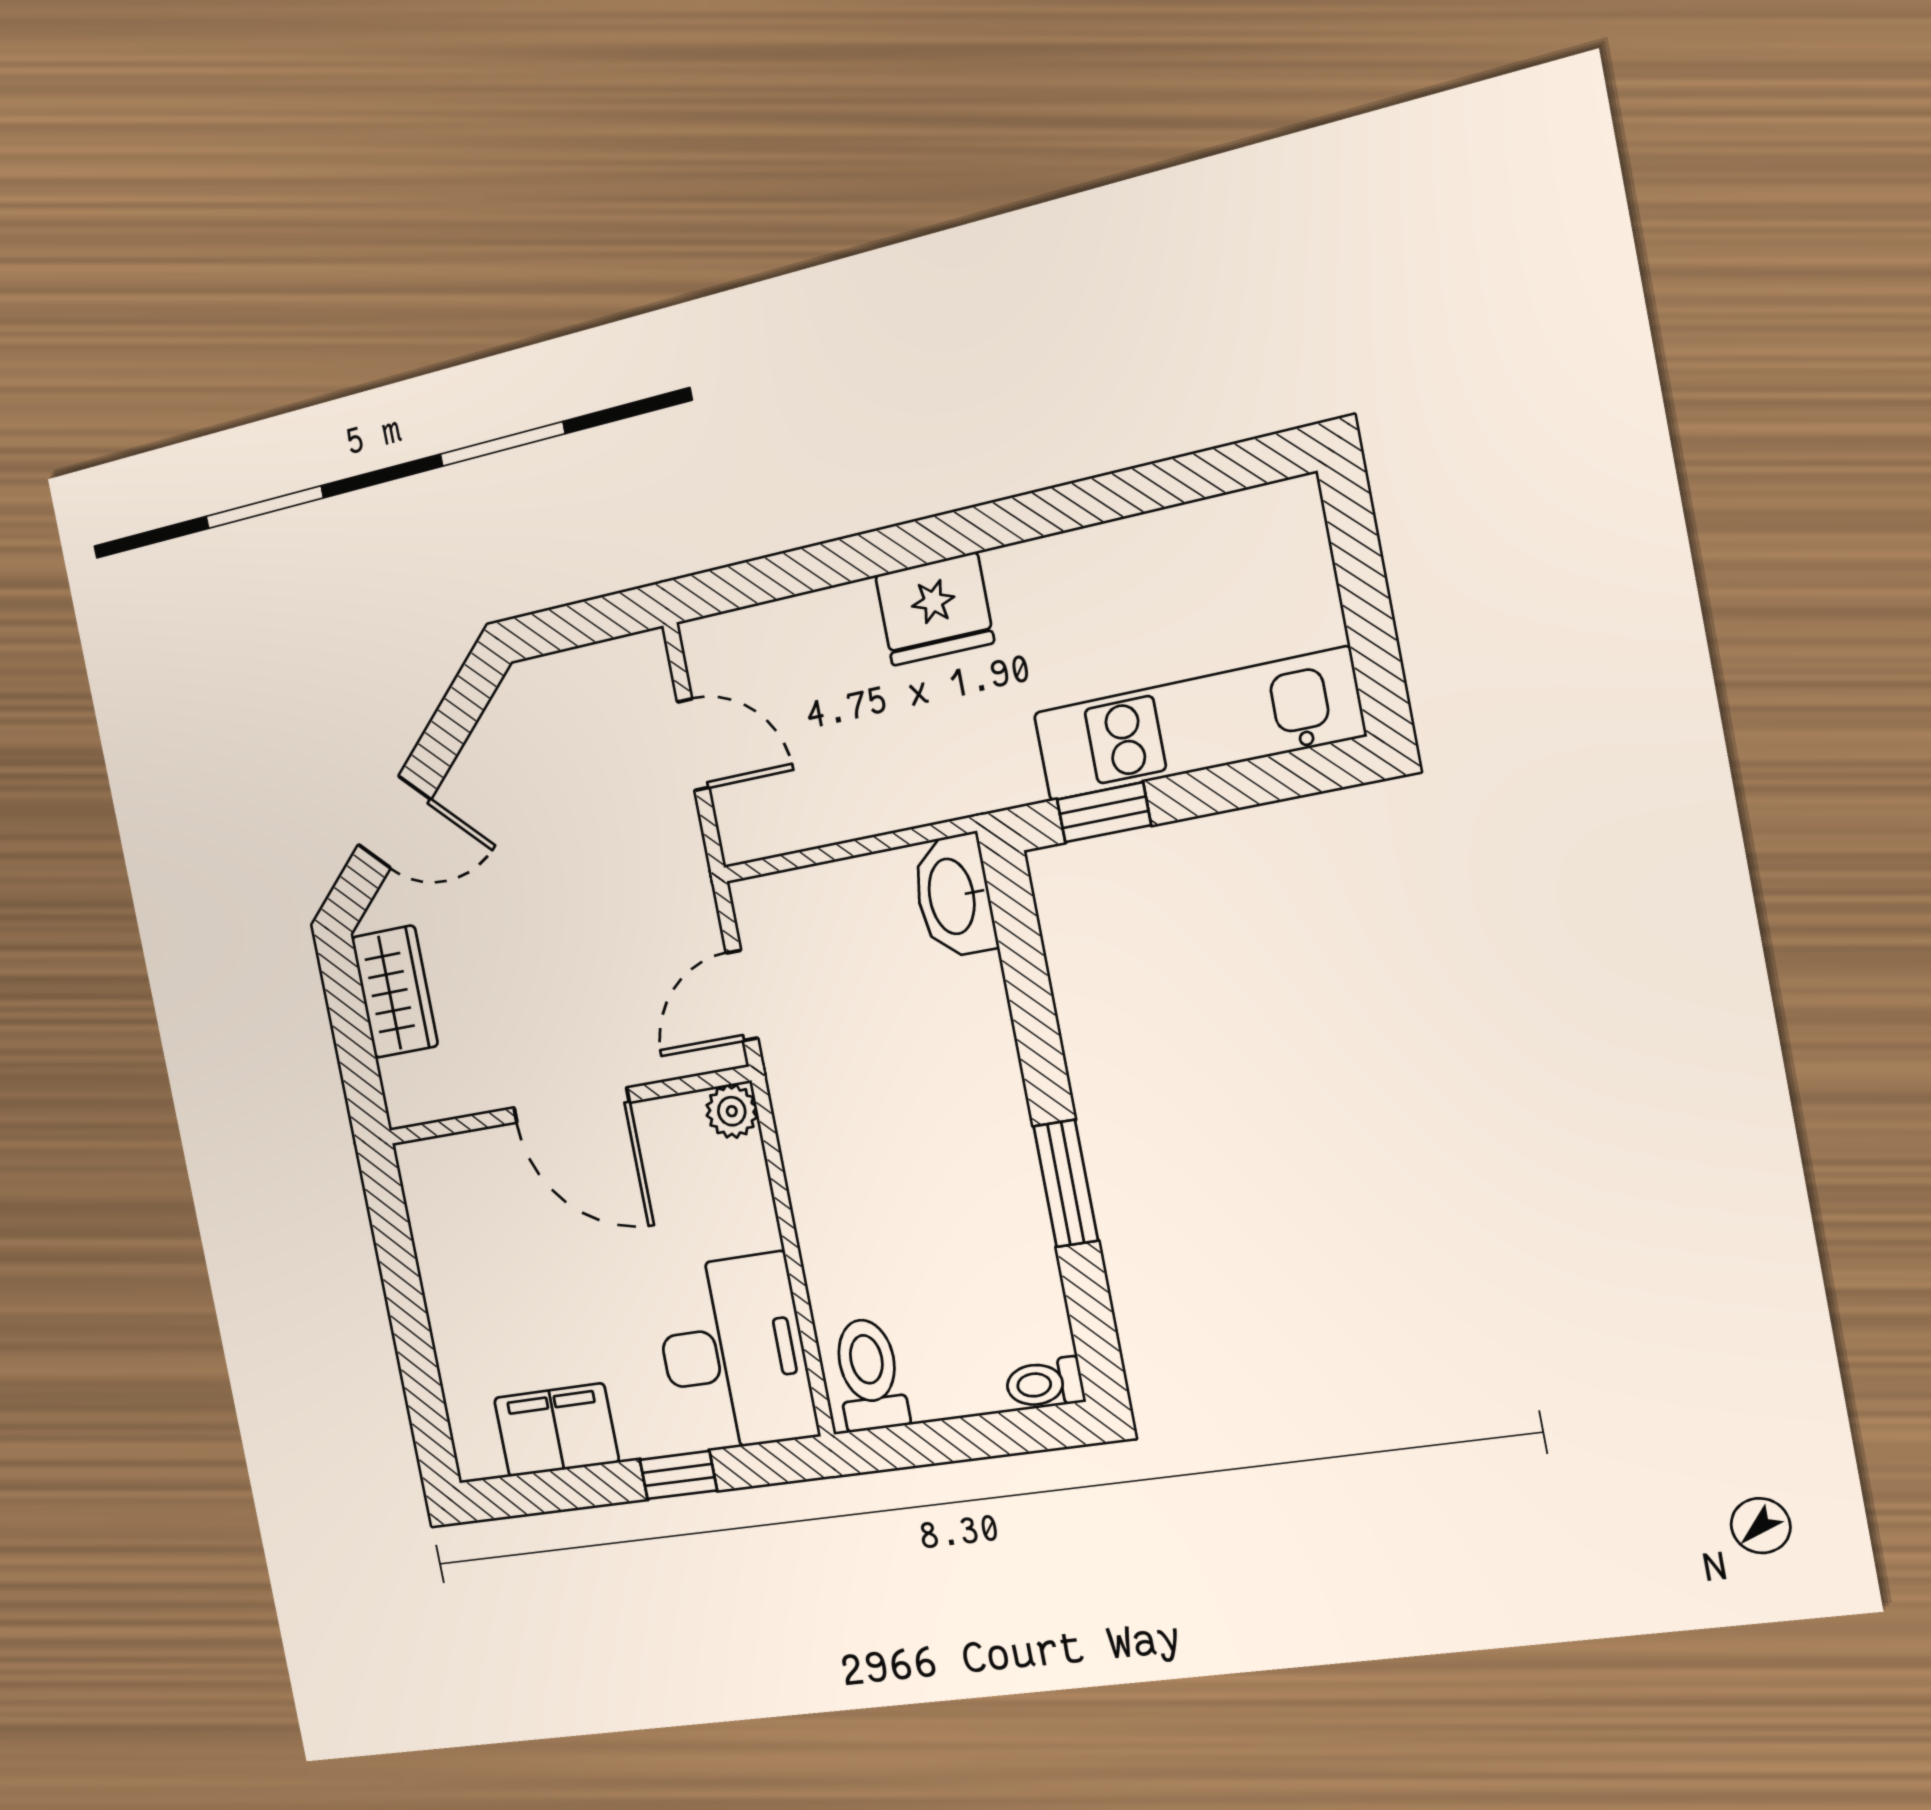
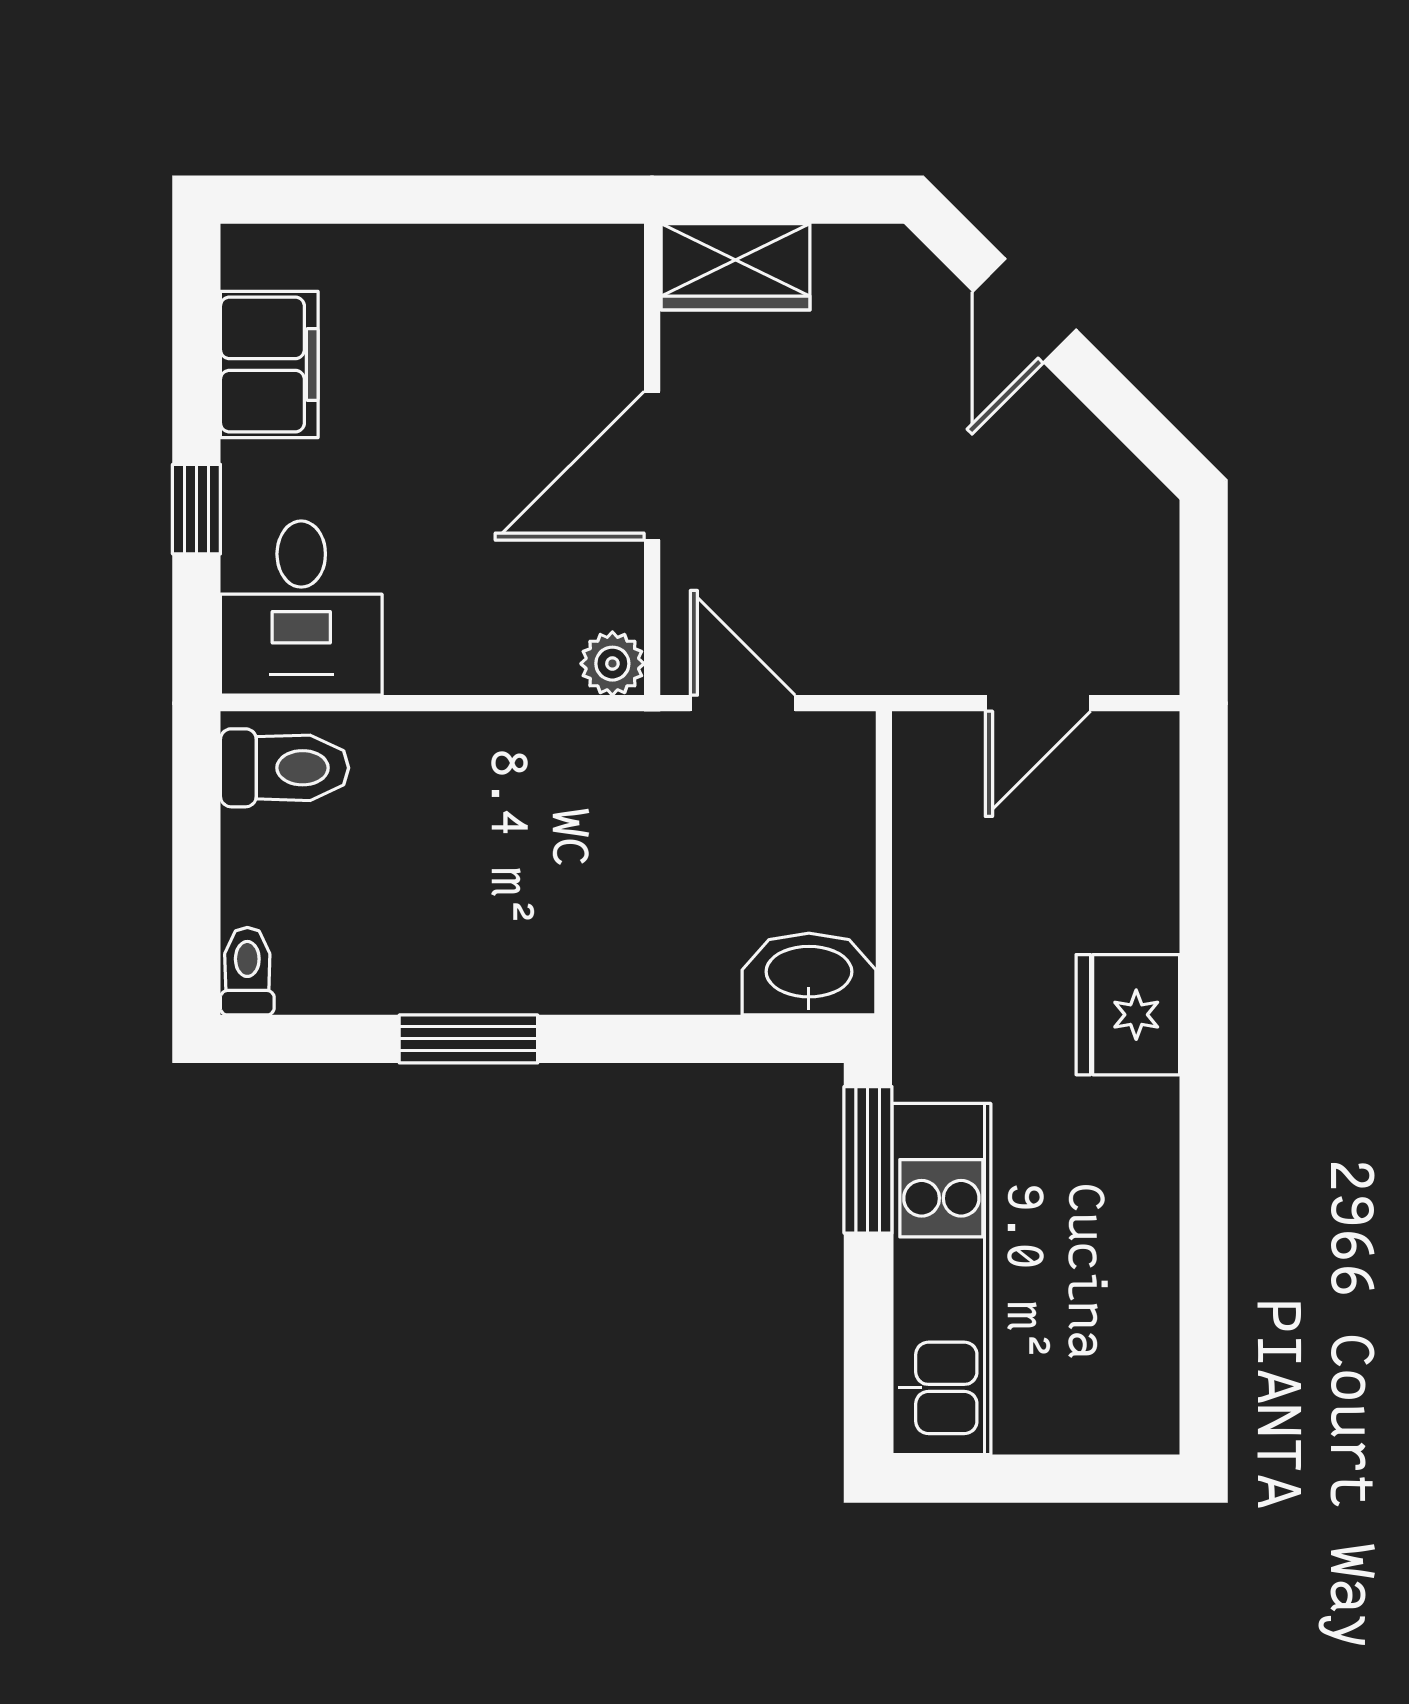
window: (1104, 812) -> (868, 1160), width x1.50
wardrobe: (395, 992) -> (736, 267), moved
desk: (734, 1353) -> (301, 608), width x0.73

